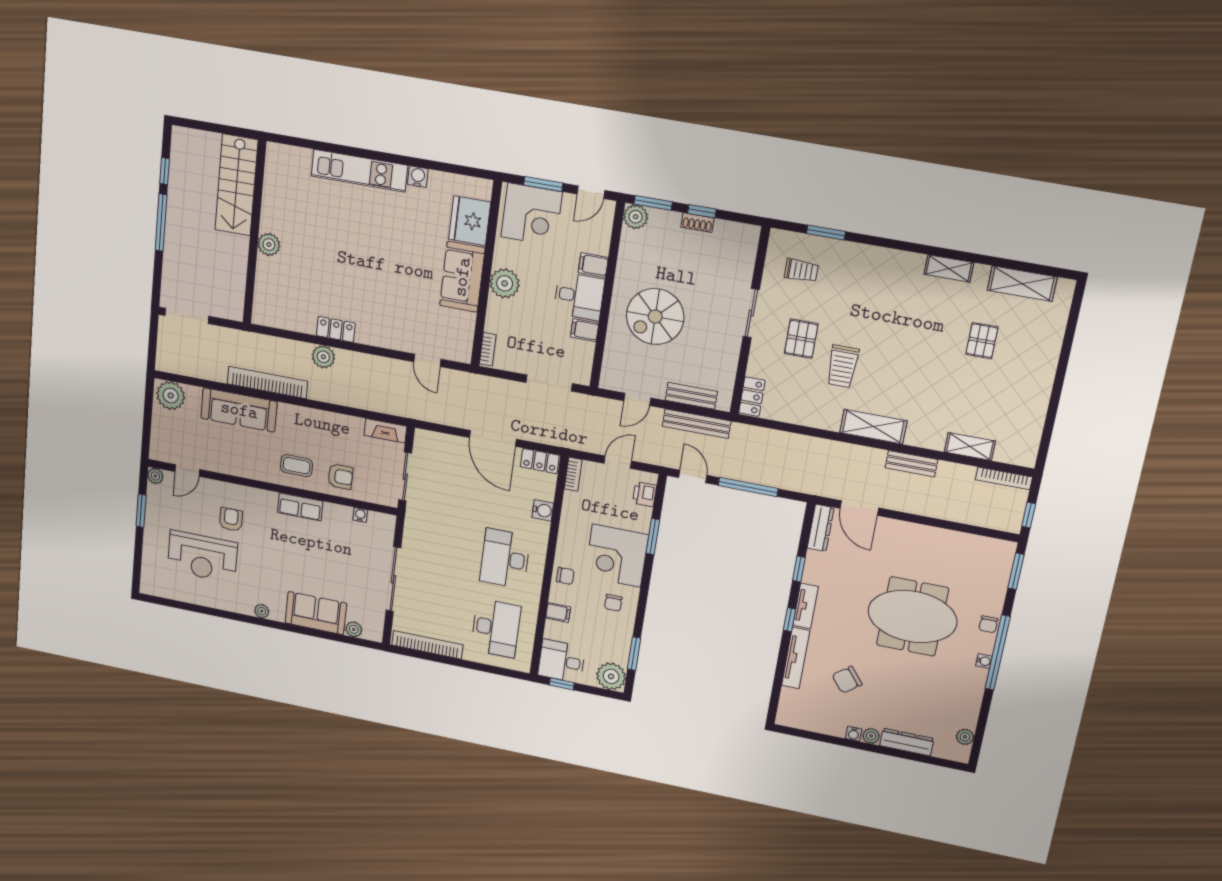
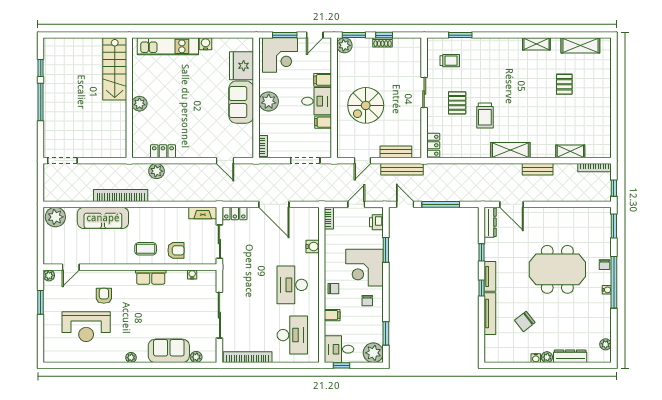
stairs: (236, 185) -> (115, 69), moved
wall: (254, 233) -> (129, 98), moved
plant: (269, 245) -> (139, 104), moved
locker: (540, 461) -> (235, 213), moved

